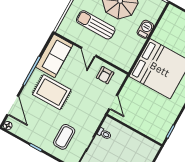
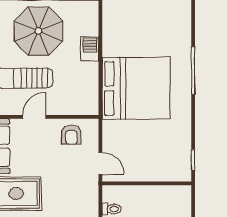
door: (89, 52) -> (34, 117), swing flipped

